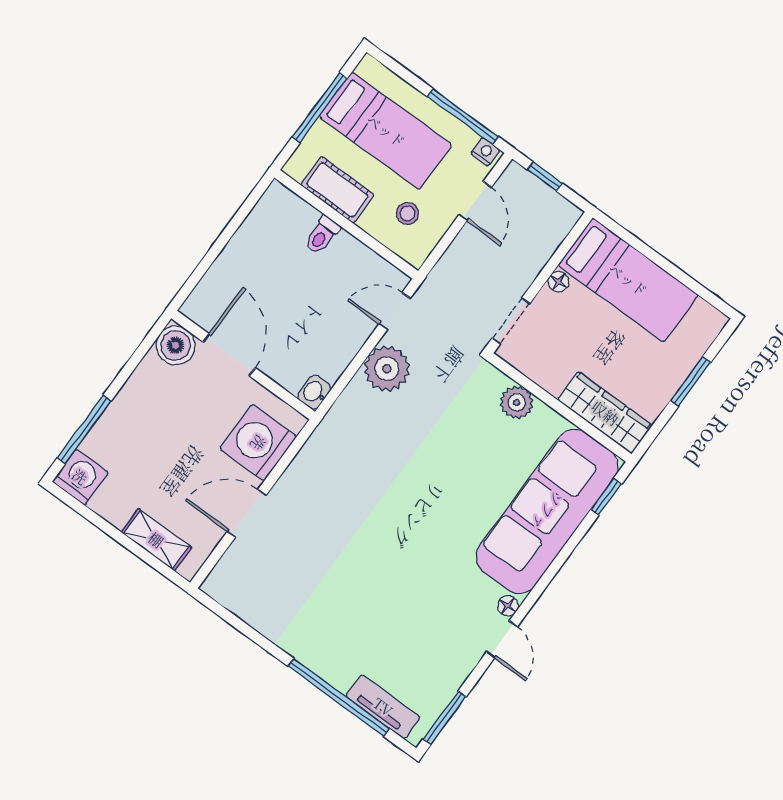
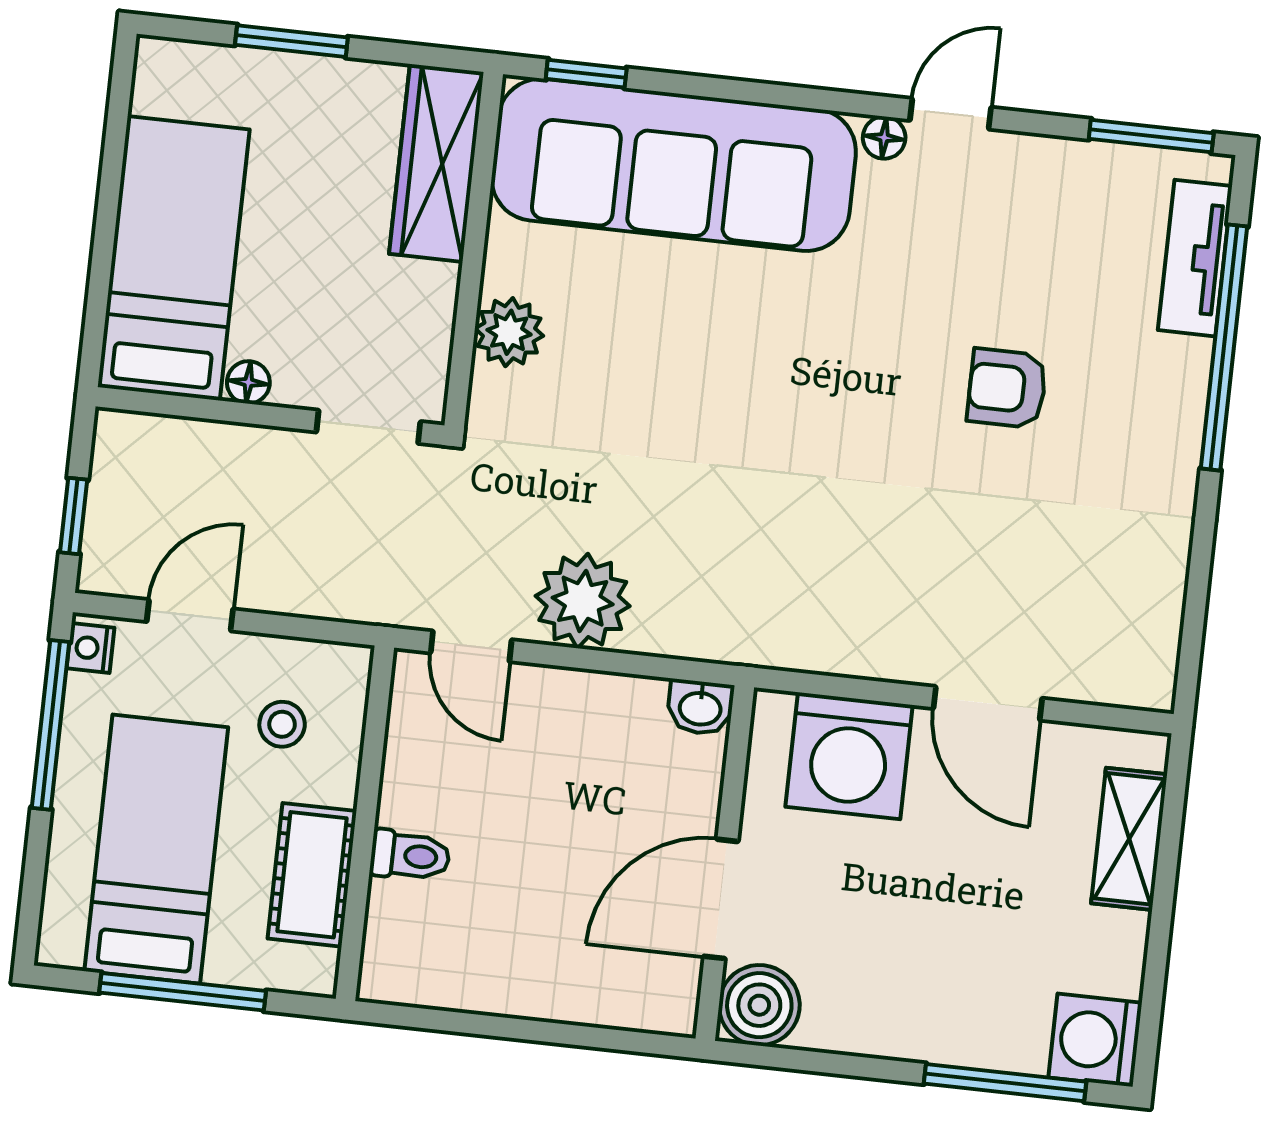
armchair: (374, 597) -> (1007, 388), added

